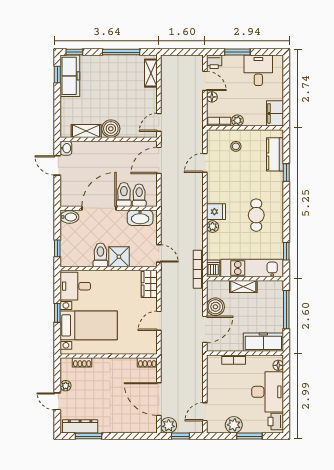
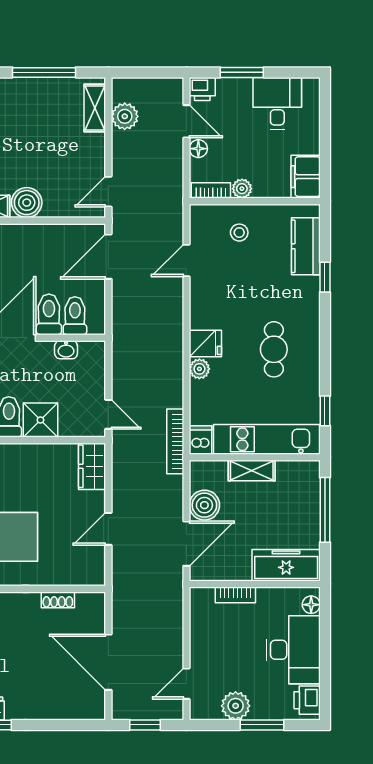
washbasin: (140, 218) -> (66, 350), width x0.52, depth x0.69
shoe rack: (147, 362) -> (58, 600), moved
plant: (169, 425) -> (125, 116), moved

